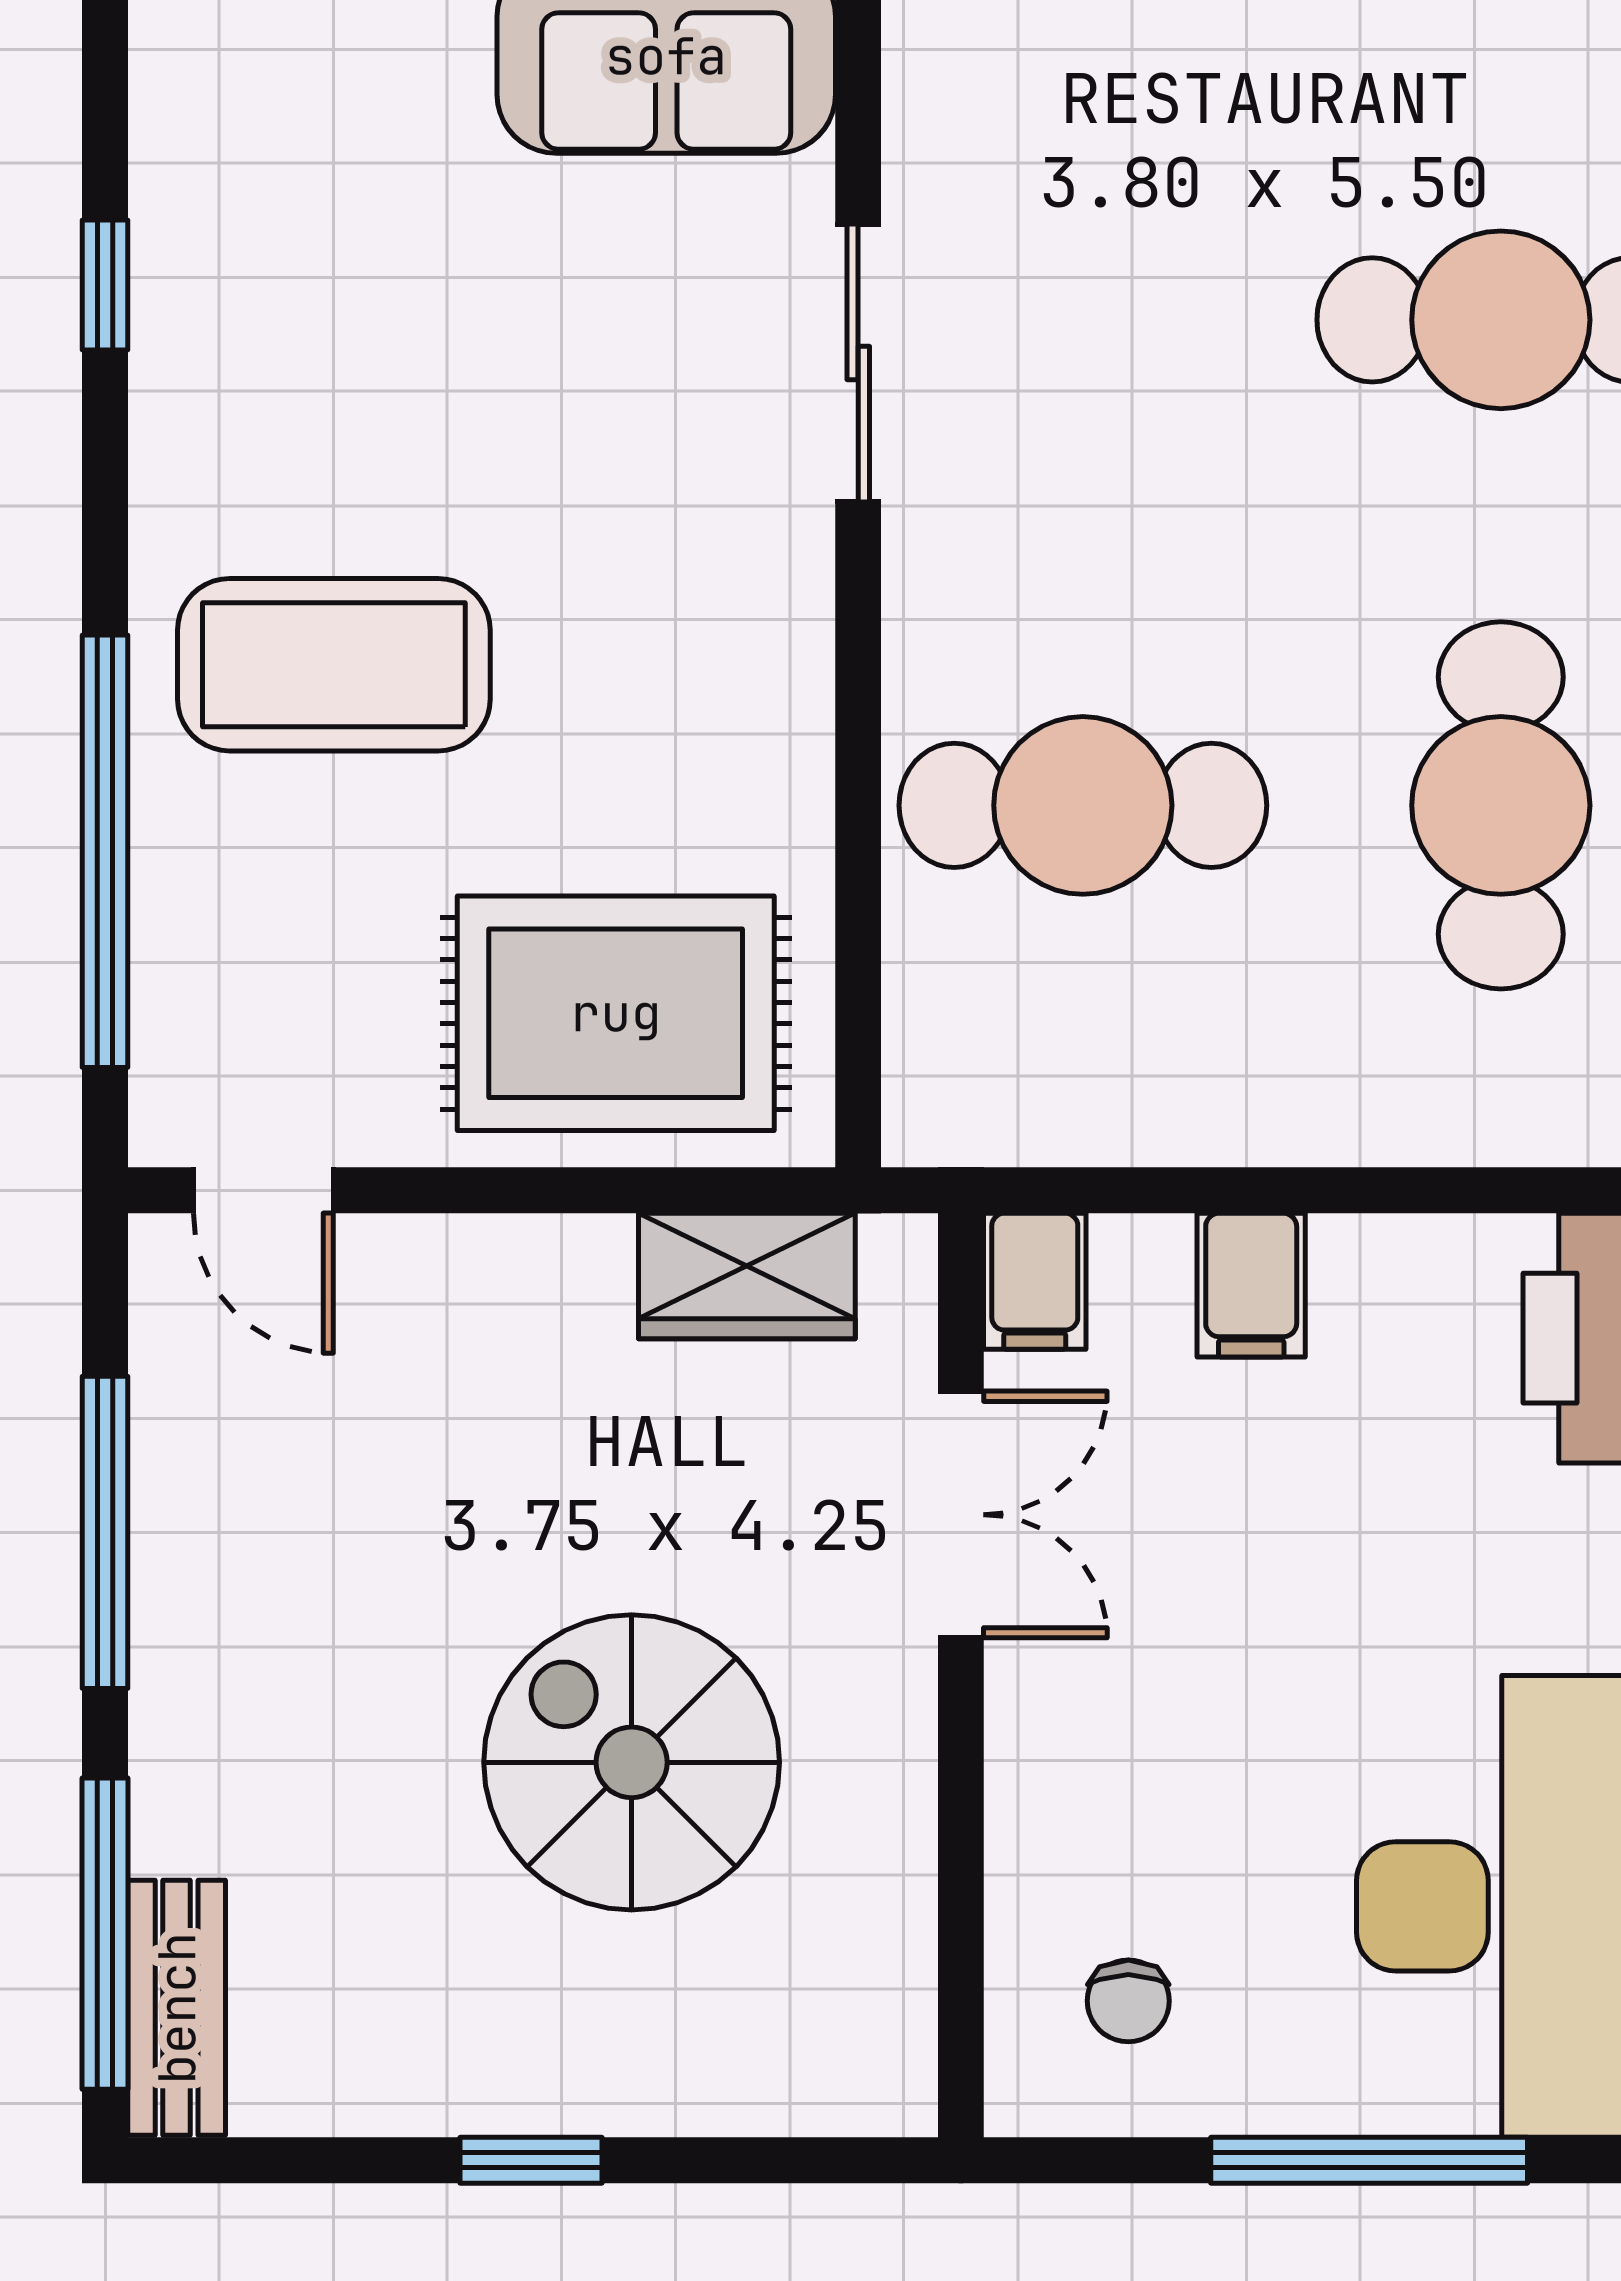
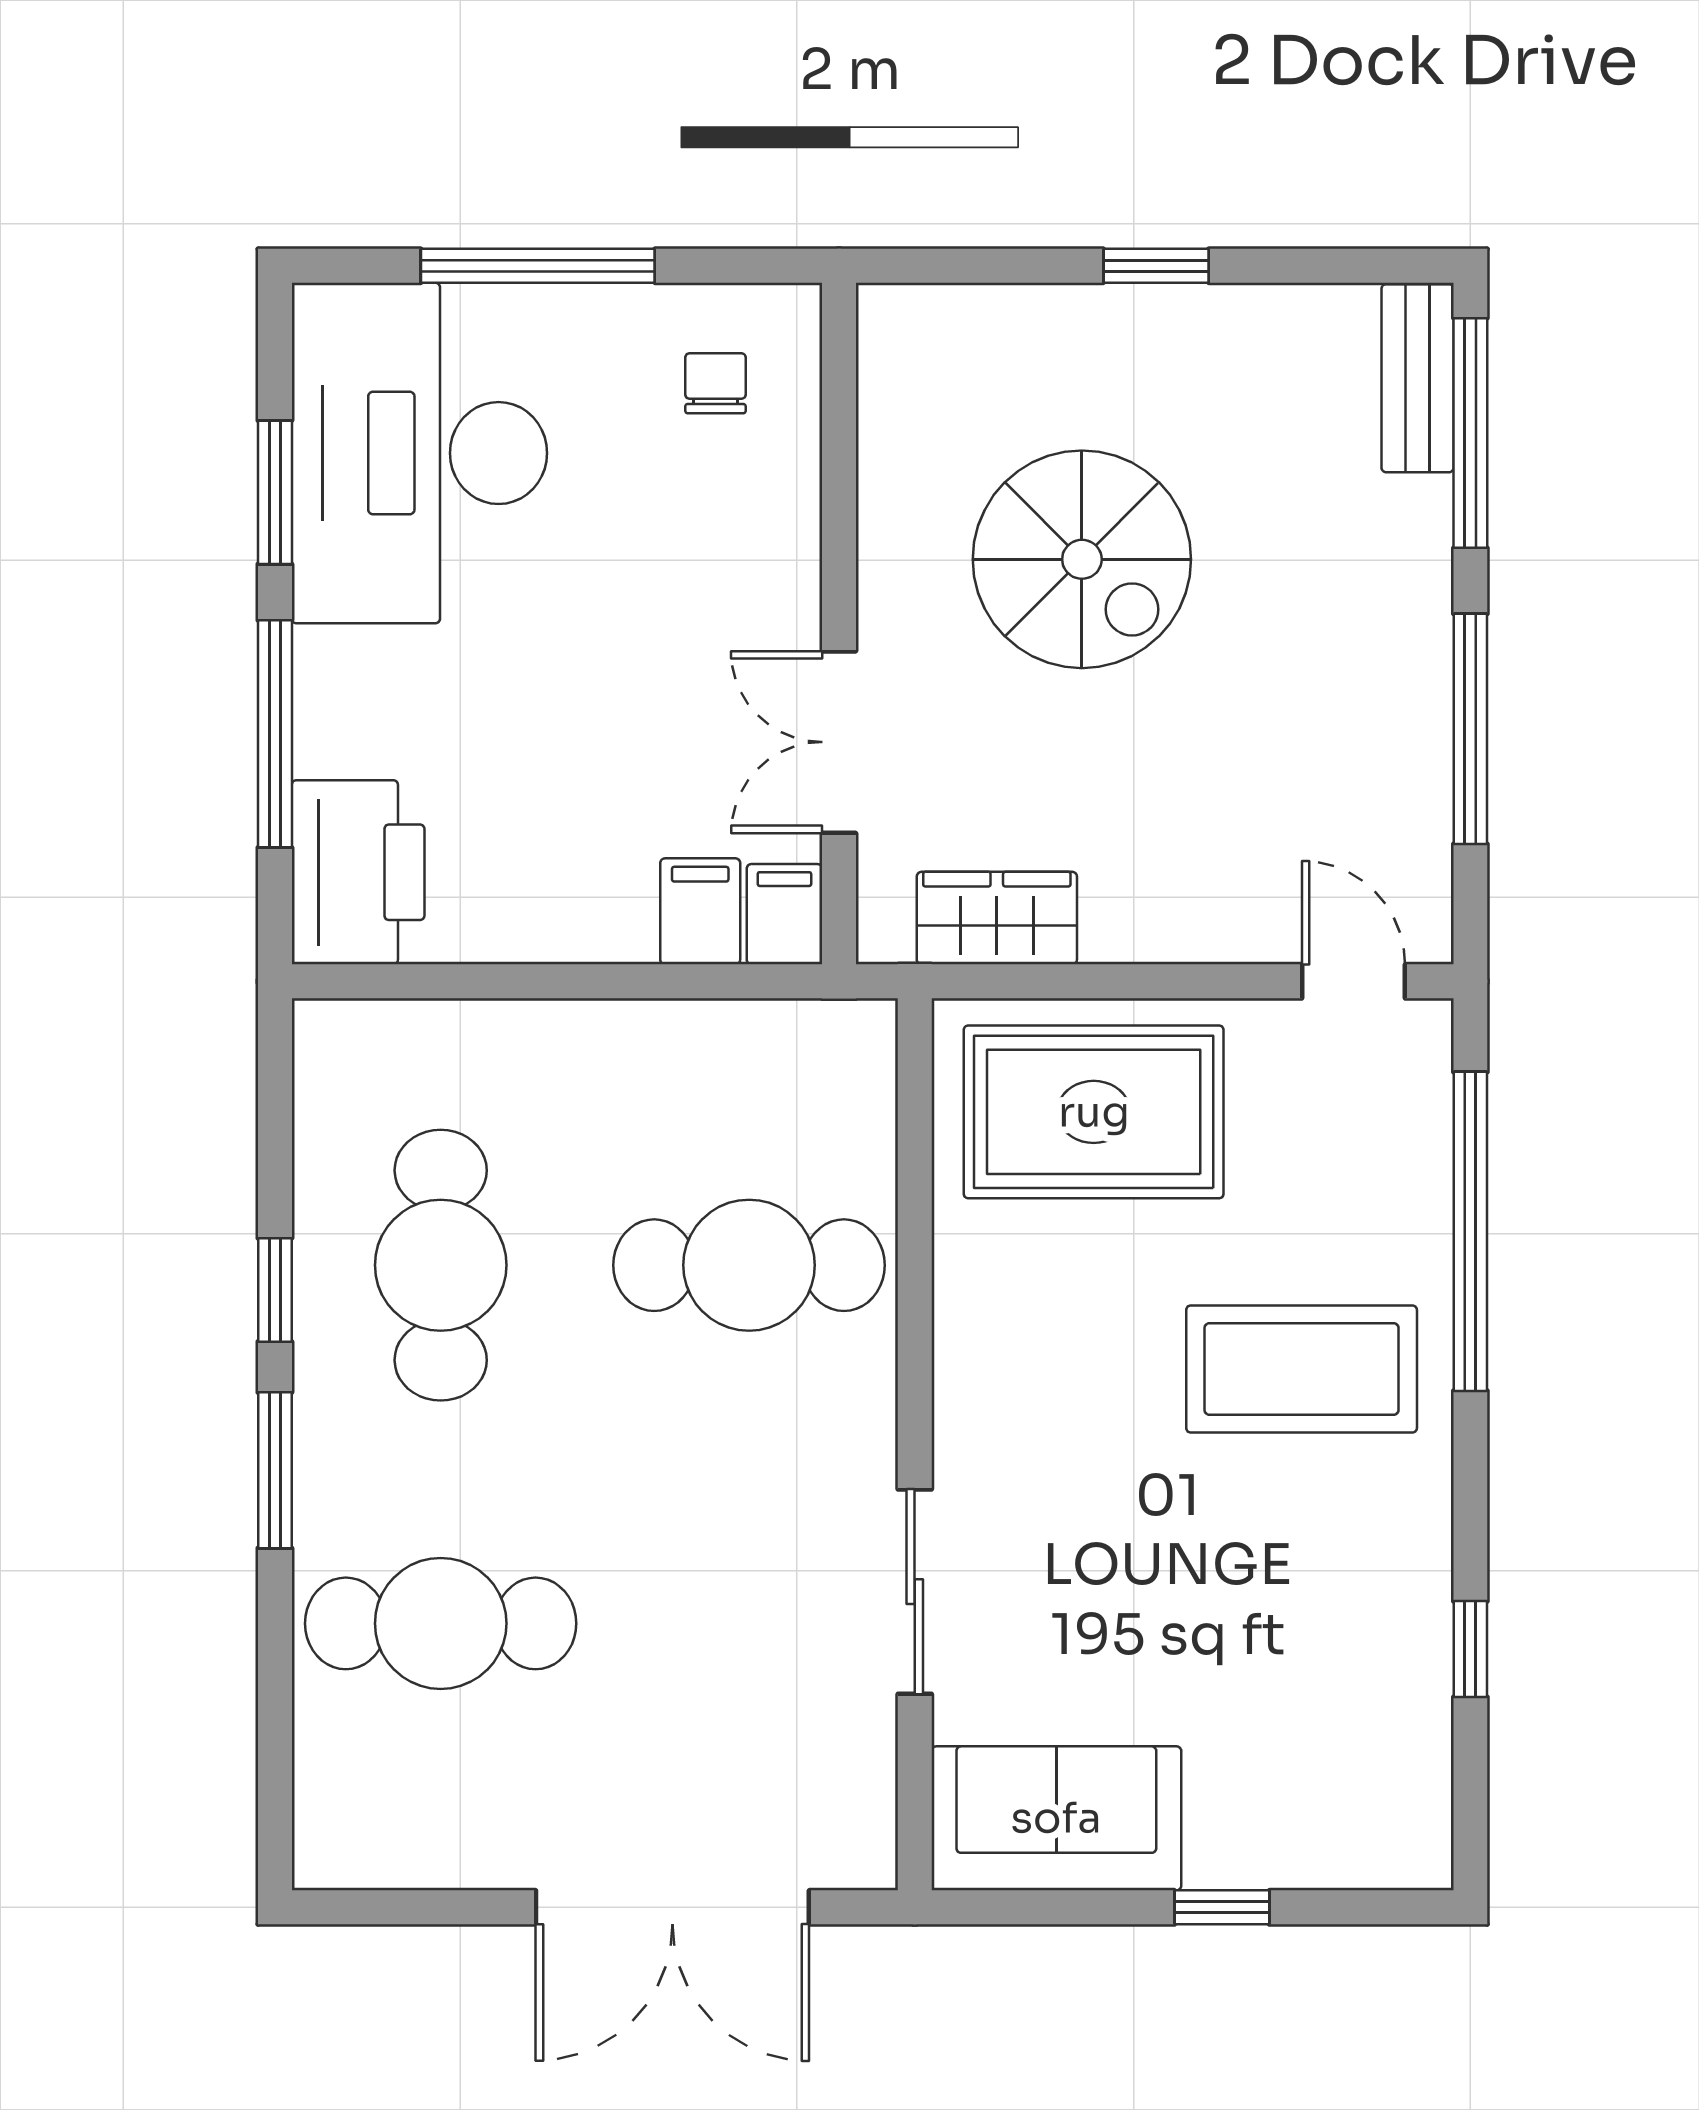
filing cabinet: (1251, 1285) -> (700, 911), moved

